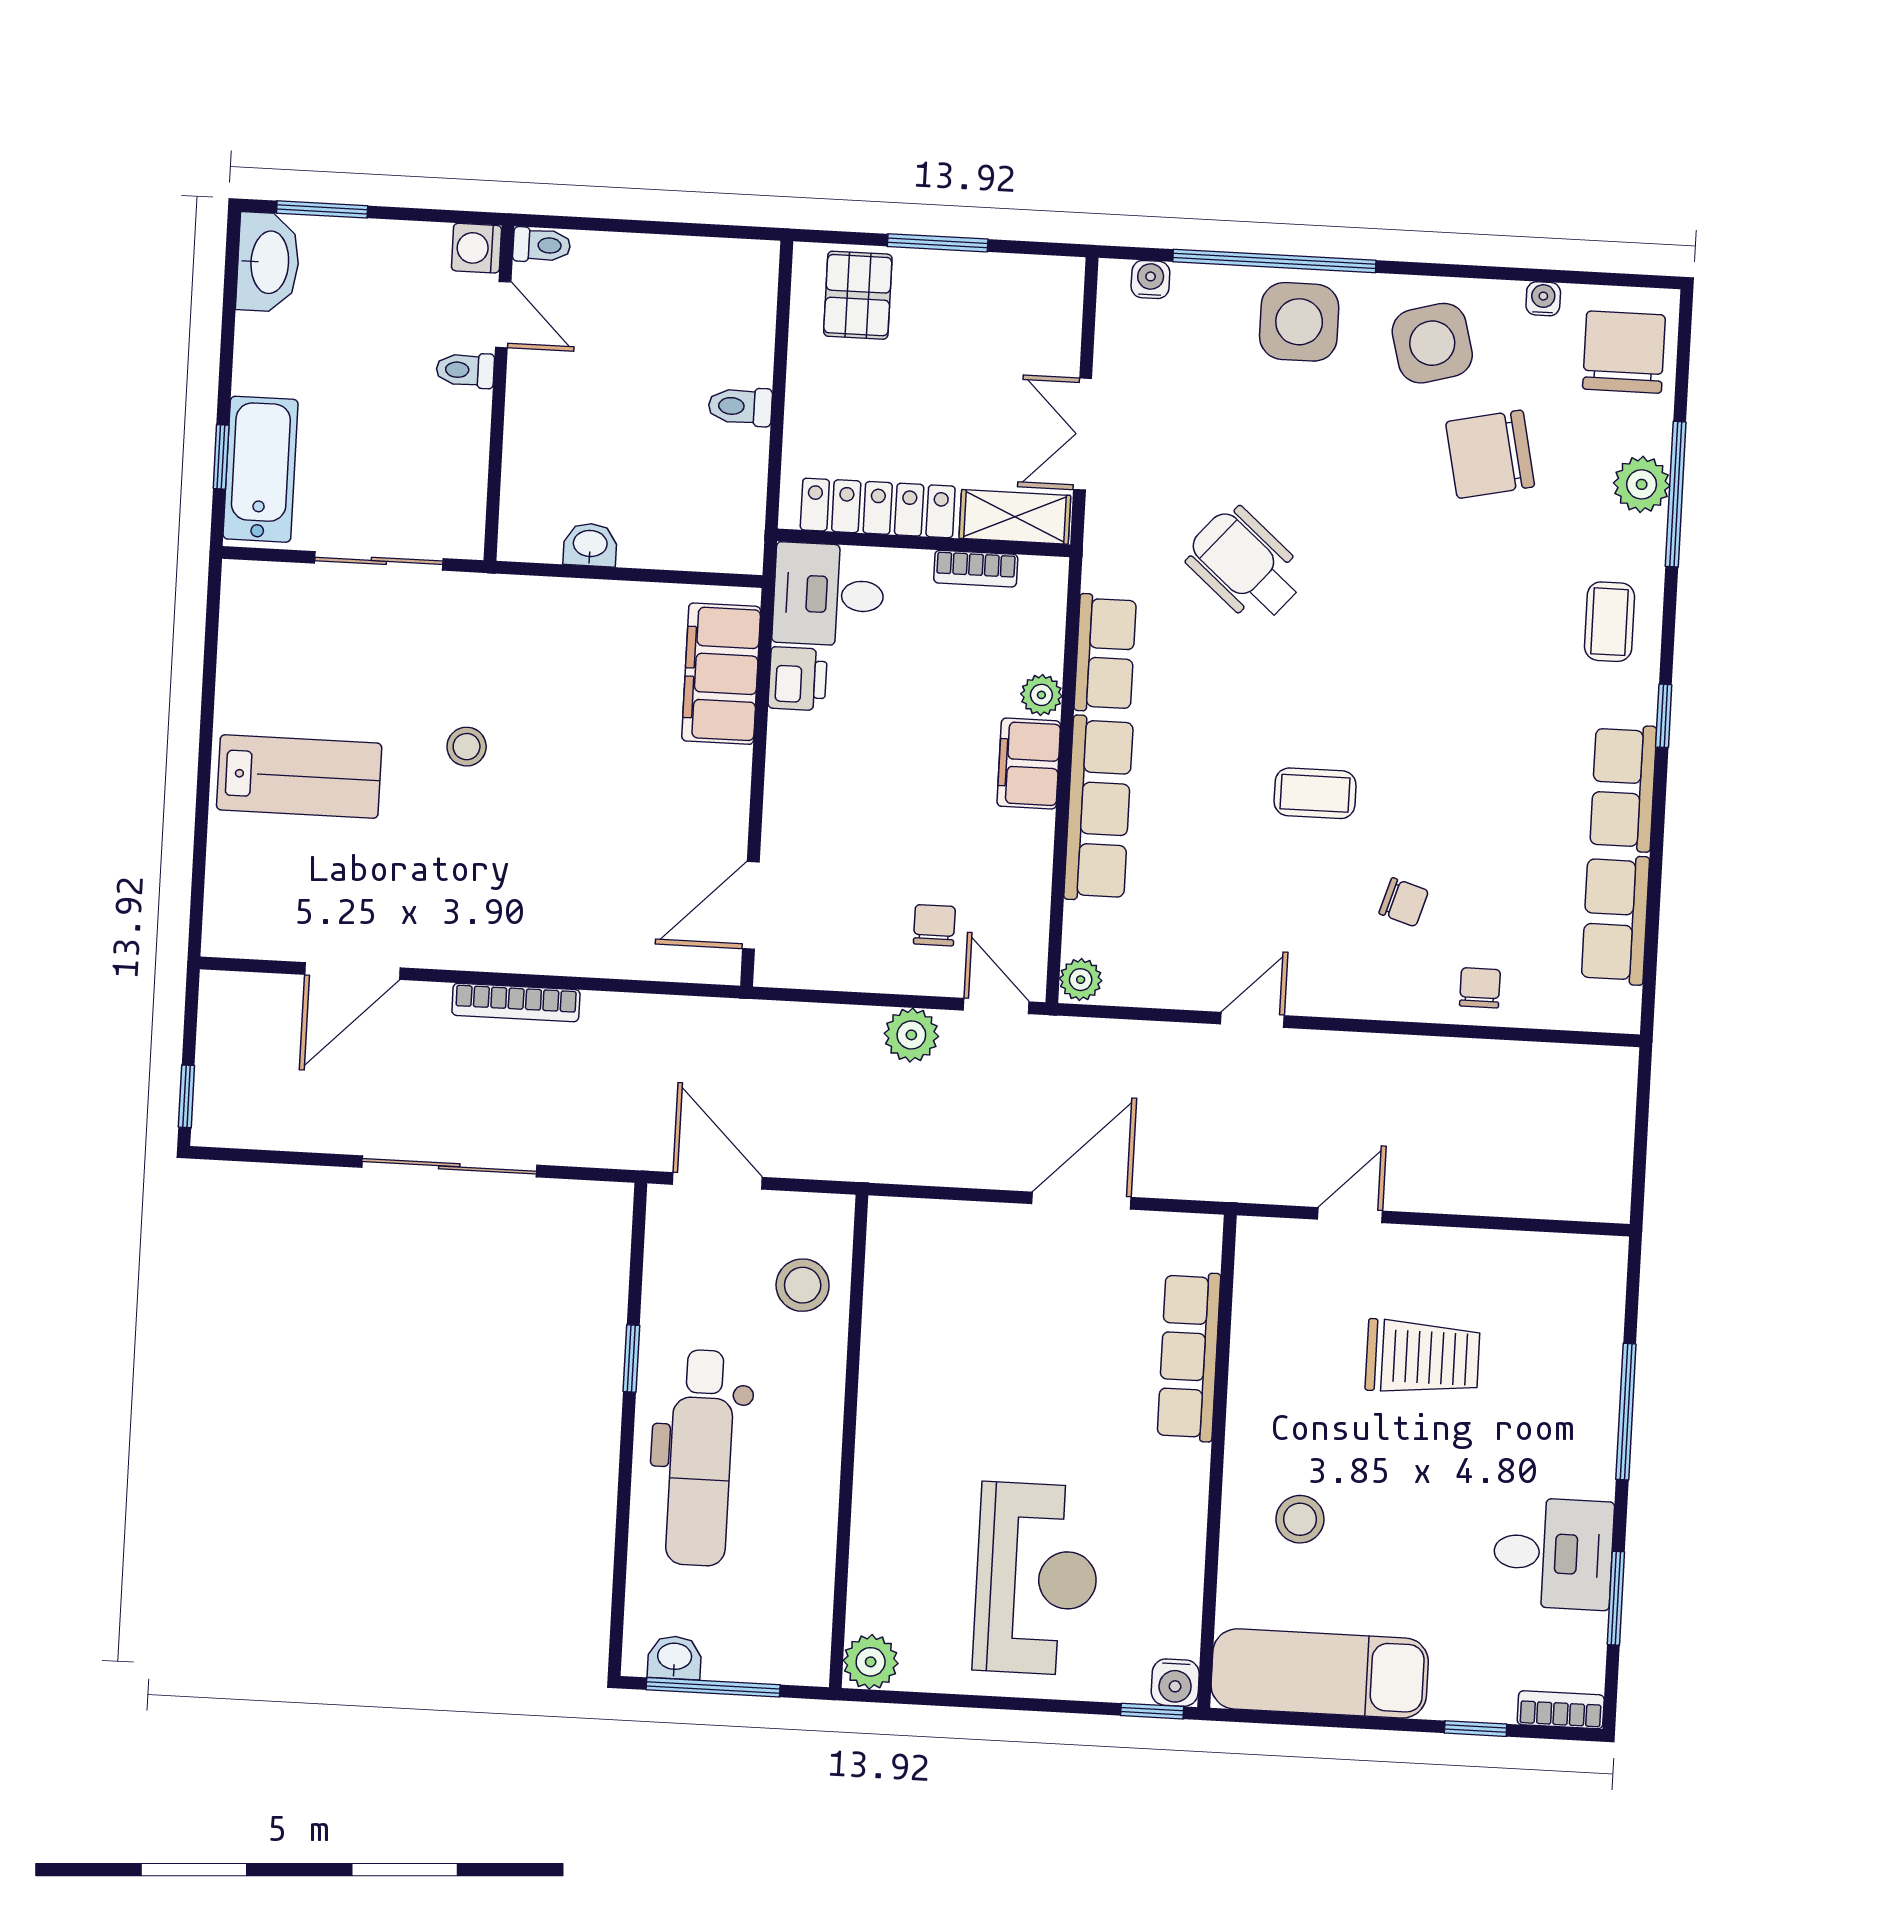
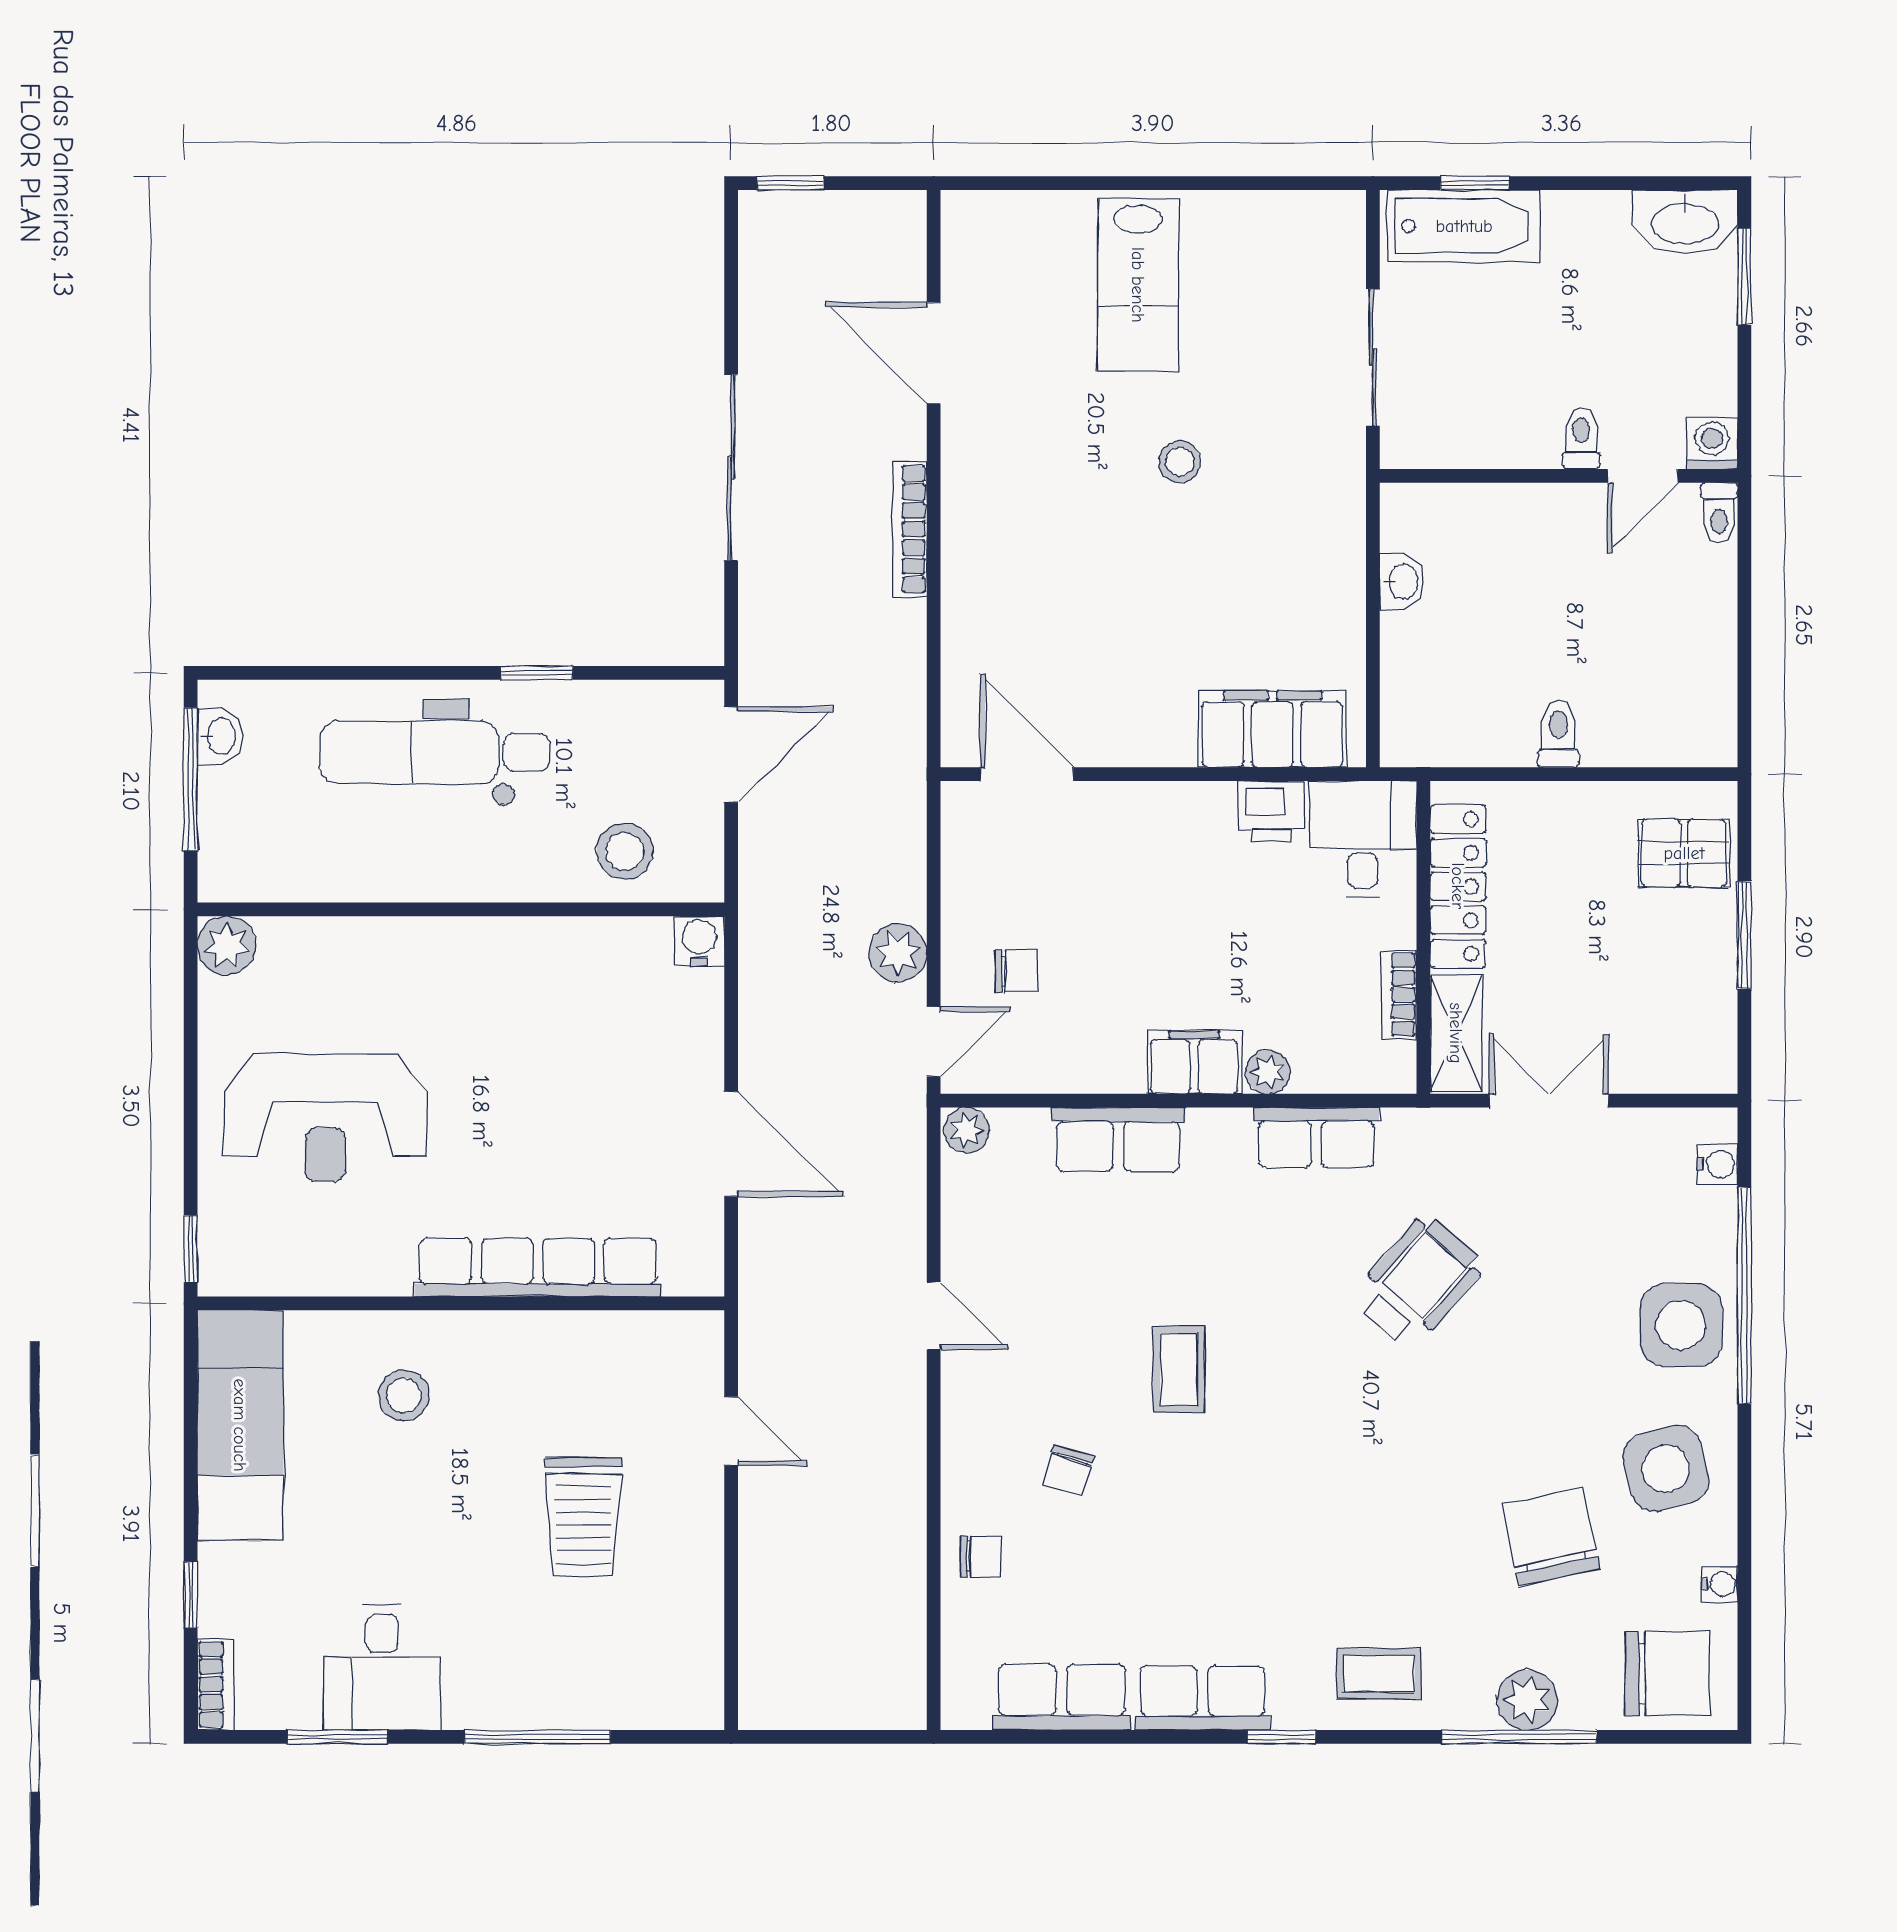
row of seats: (1099, 809) -> (1118, 1139), width x0.68
row of seats: (1189, 1357) -> (538, 1267), width x1.36
water cooler: (1175, 1683) -> (699, 941), moved, turned 90

